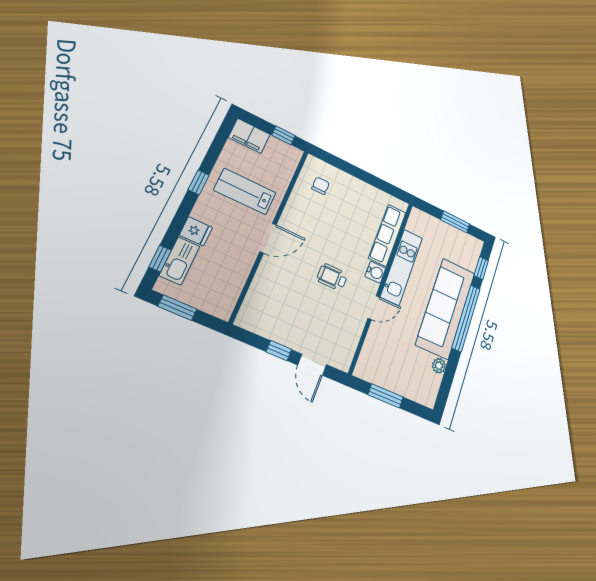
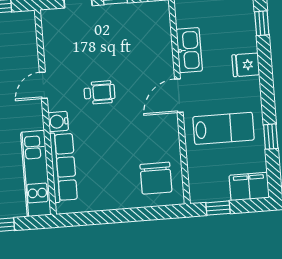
window: (199, 182) -> (271, 137), moved
chair: (321, 186) -> (156, 178), width x1.87, depth x1.87
kitchen sink: (180, 261) -> (189, 50), moved, turned 180
kitchen unit: (402, 267) -> (36, 174), moved

